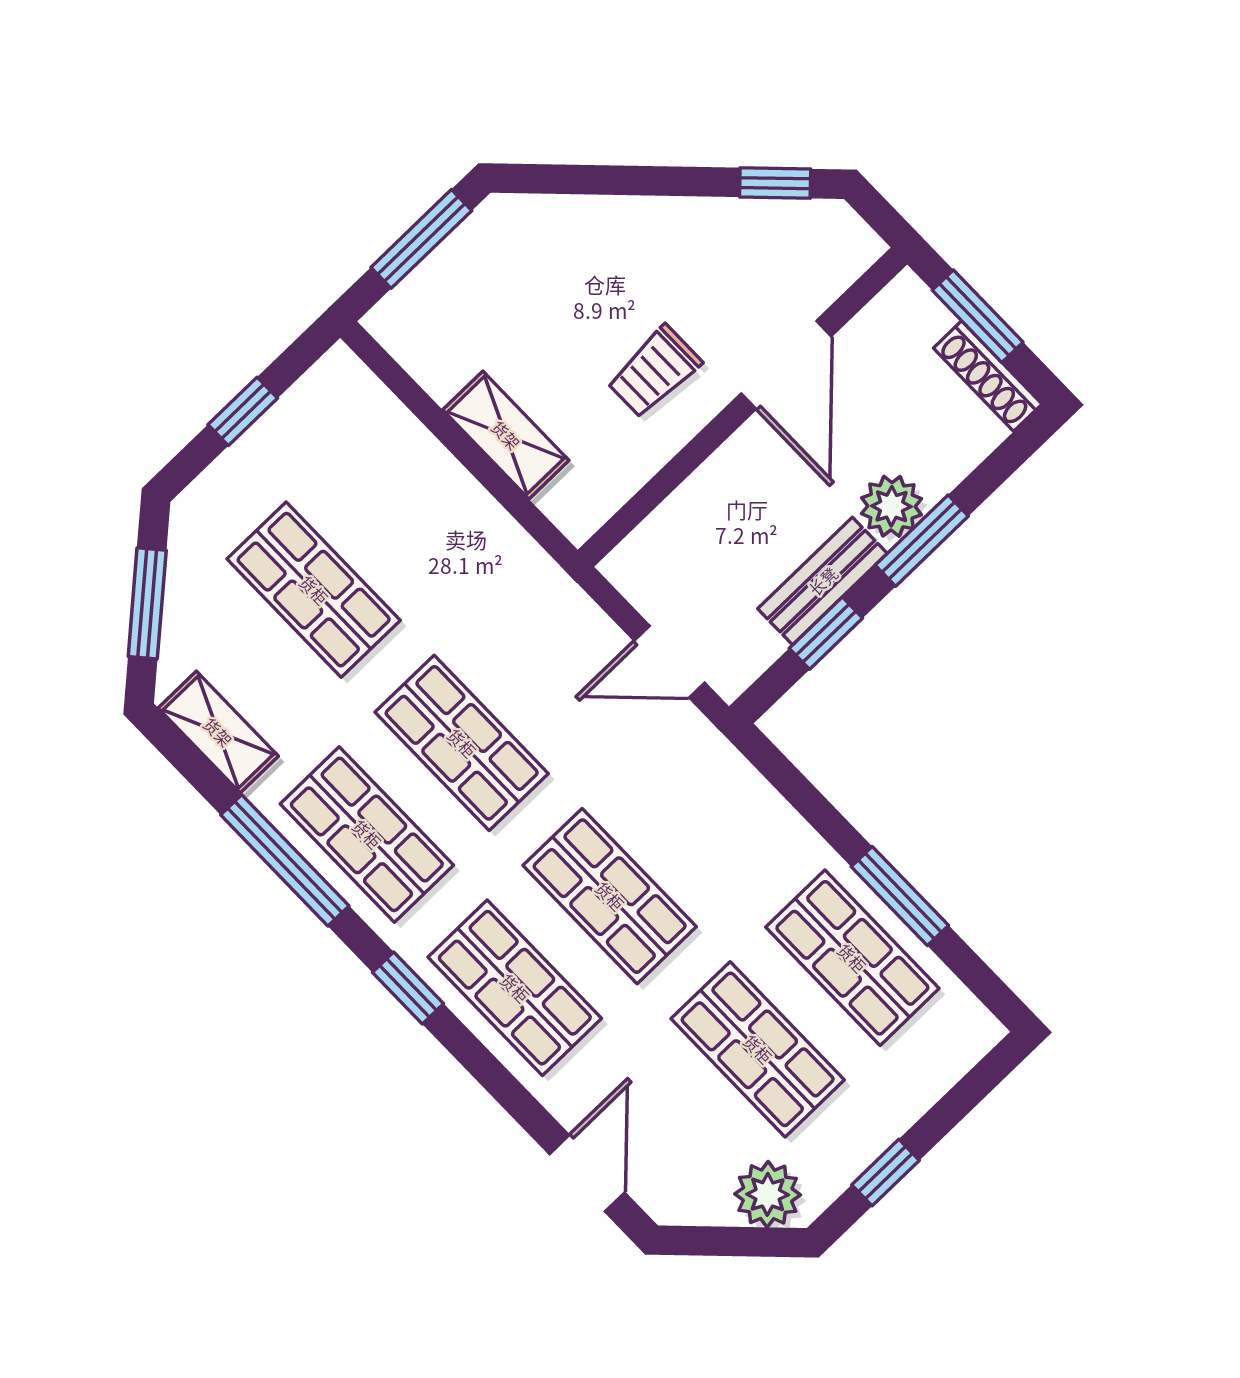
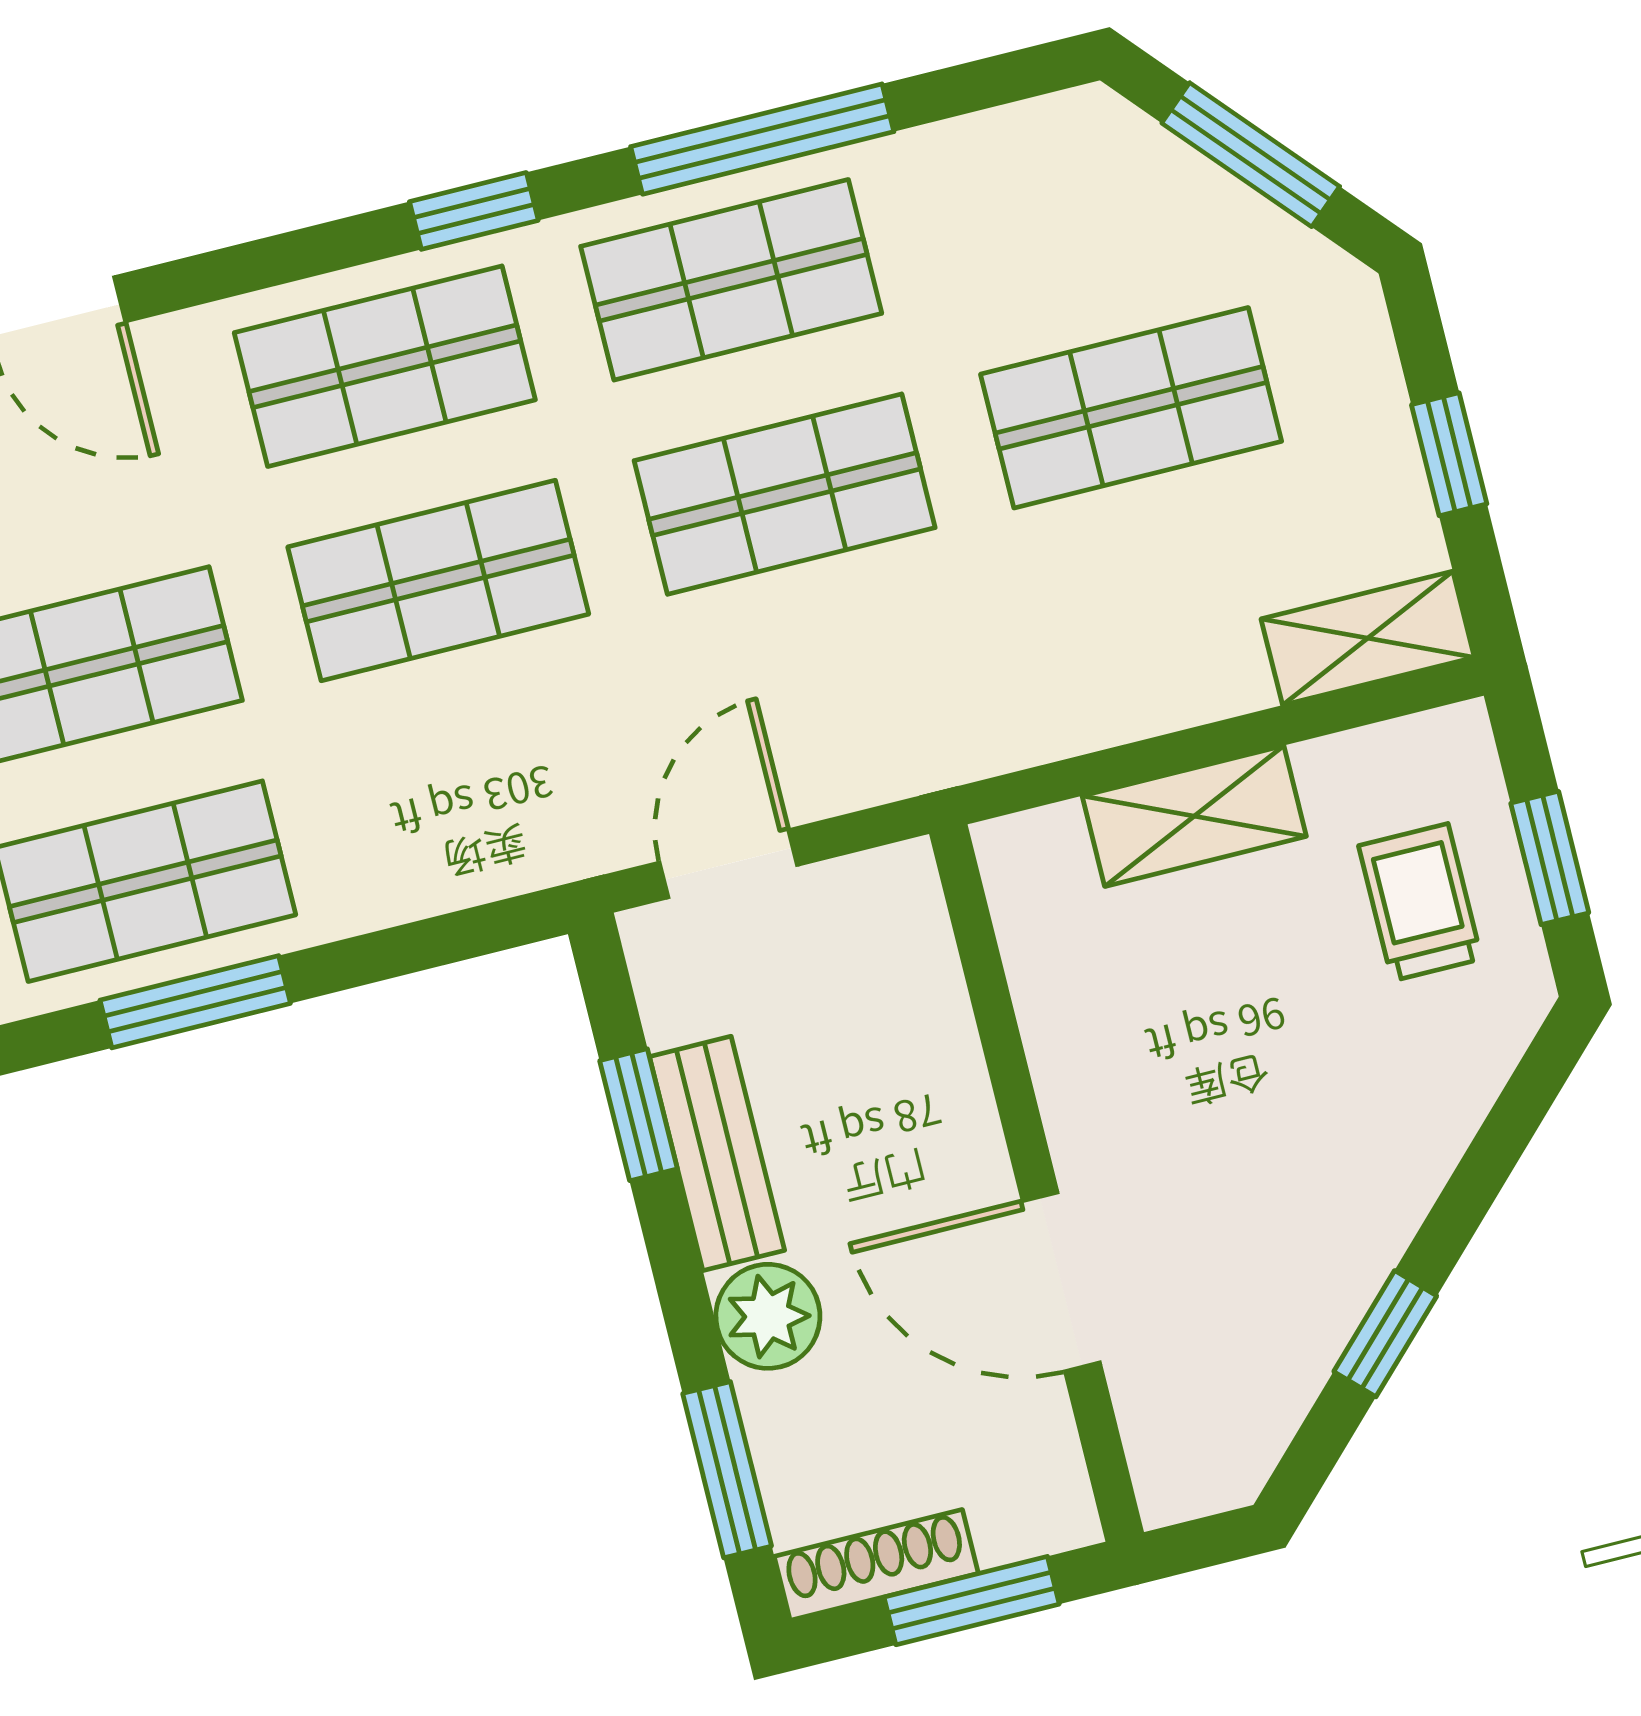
window: (775, 183) -> (1385, 1334), moved
window: (421, 239) -> (1550, 858), width x0.67
trolley: (654, 372) -> (1420, 902), moved
window: (922, 541) -> (727, 1470), moved
shelving: (218, 732) -> (1368, 638), moved

